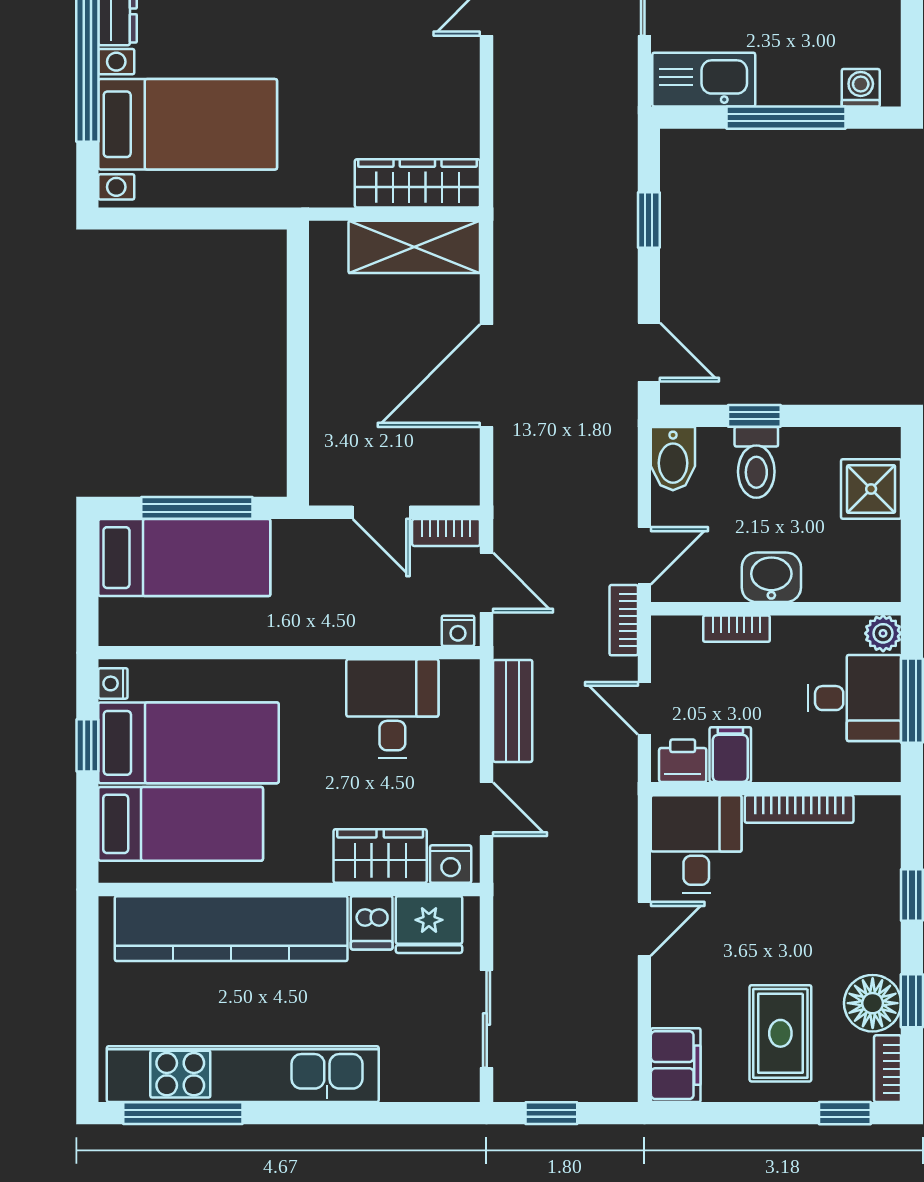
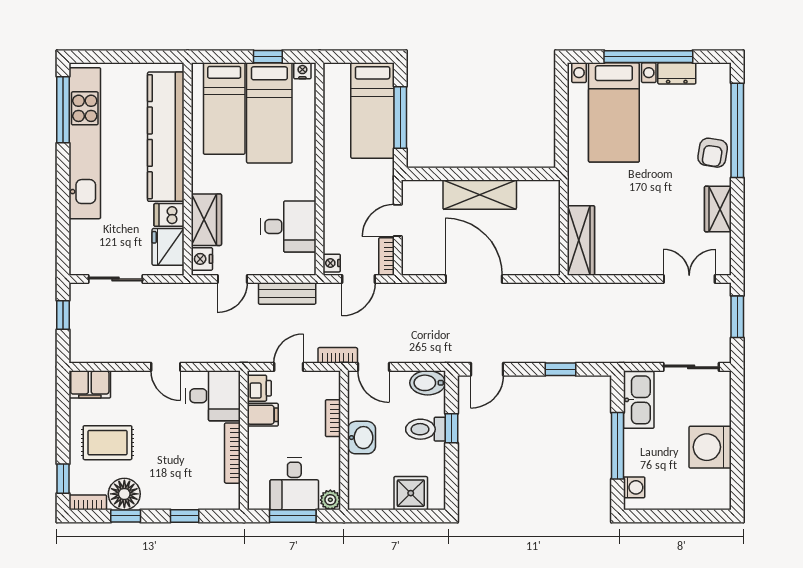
shelving: (414, 247) -> (480, 195), moved, turned 90

